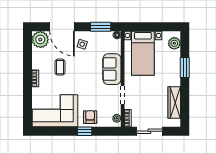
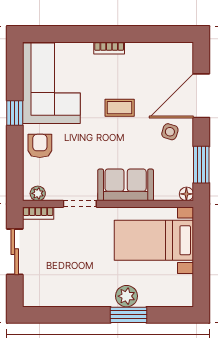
plant: (40, 40) -> (178, 57), removed
plant: (174, 43) -> (126, 296), moved
coffee table: (60, 67) -> (120, 108), moved
wardrobe: (174, 102) -> (66, 296), removed
armchair: (90, 117) -> (40, 146), turned -90
window: (85, 131) -> (15, 113), moved

